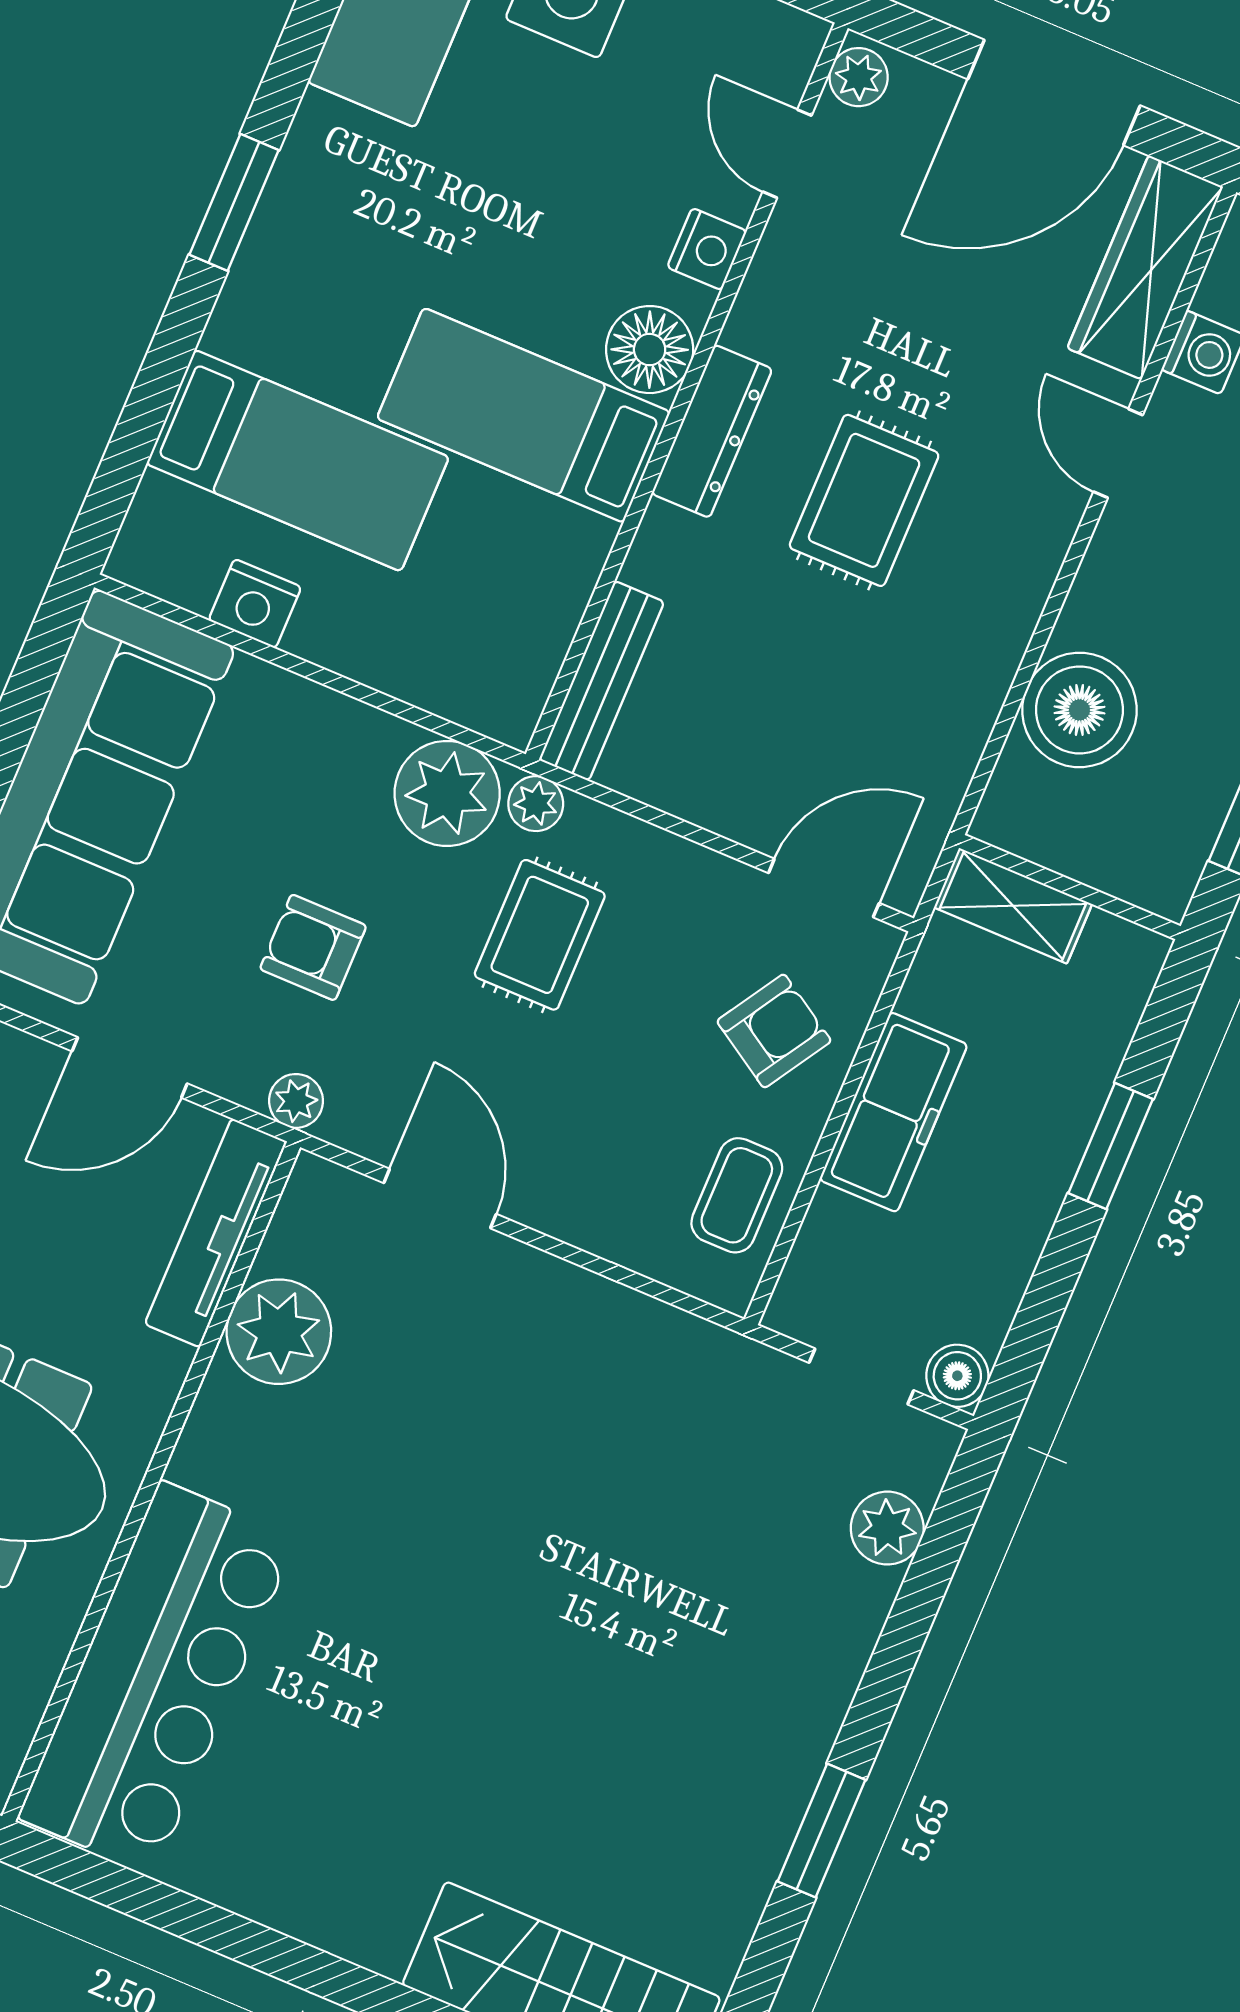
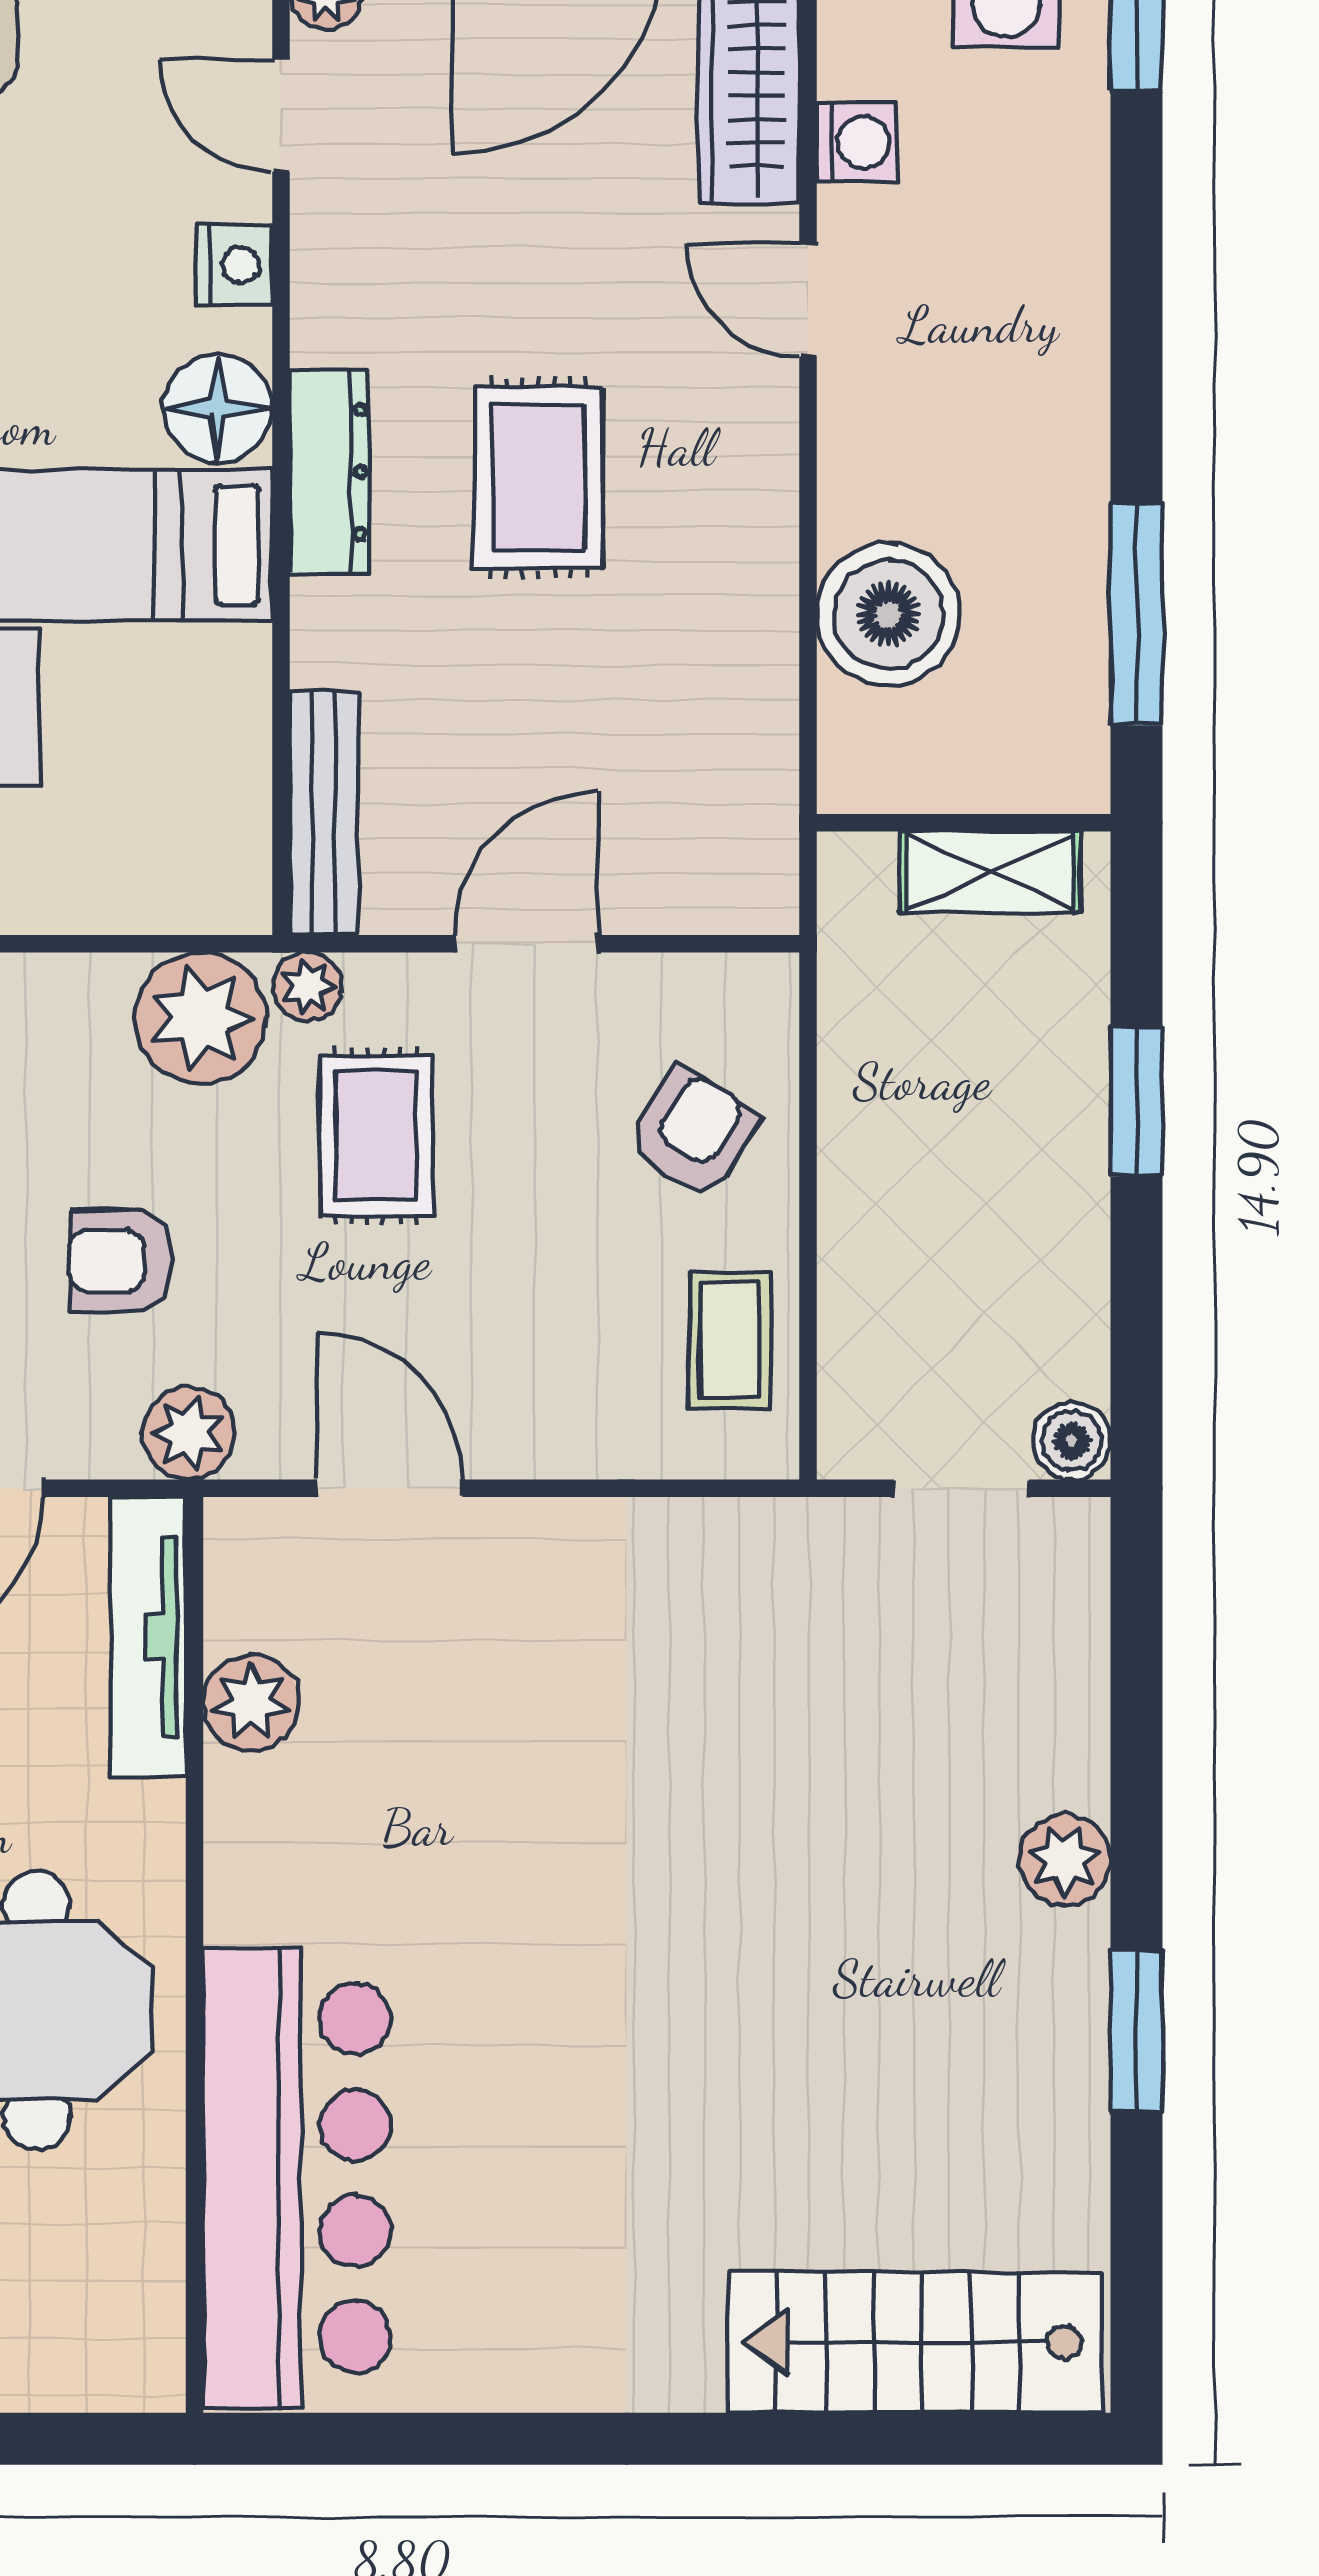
door: (824, 888) -> (526, 944), moved
shelving: (1013, 906) -> (990, 872), moved
plant: (296, 1101) -> (189, 1433), width x1.38, depth x1.38
freezer: (893, 1112) -> (870, 1168), removed
plant: (279, 1332) -> (251, 1703), width x0.73, depth x0.73
plant: (887, 1528) -> (1065, 1860), moved

